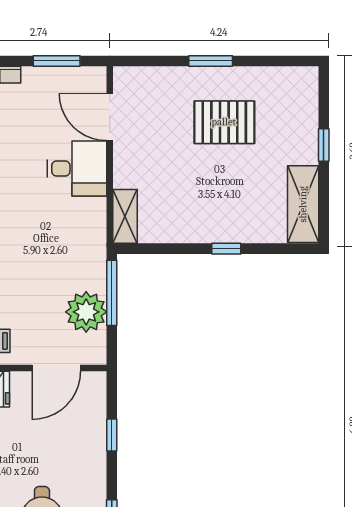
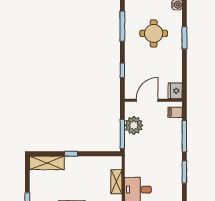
shelving: (303, 204) -> (47, 163), moved, turned 90
shelving: (125, 216) -> (116, 182), moved

